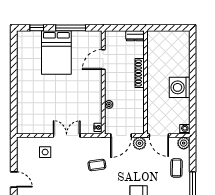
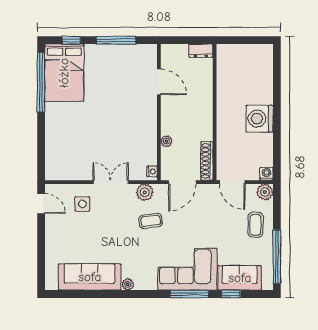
bed: (56, 53) -> (64, 73), moved
window: (14, 60) -> (41, 82), added
door: (103, 60) -> (159, 82), swing flipped
shoe rack: (140, 73) -> (207, 161), moved
plant: (139, 143) -> (145, 192), moved
door: (14, 179) -> (41, 203), moved

